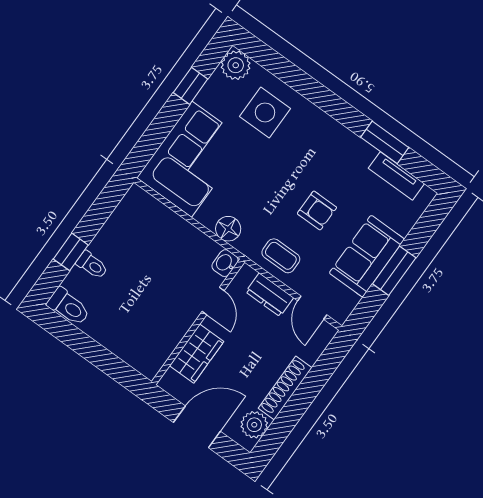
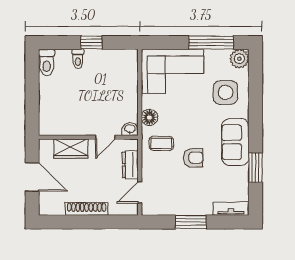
window: (191, 86) -> (211, 43), width x2.17
tv unit: (396, 176) -> (231, 209), moved, turned 90
armchair: (317, 210) -> (193, 158), turned -90
window: (71, 252) -> (91, 43), moved
coffee table: (281, 256) -> (161, 143), moved, turned 90
sofa: (367, 256) -> (235, 142), moved, turned -90
plant: (254, 425) -> (55, 207), removed

